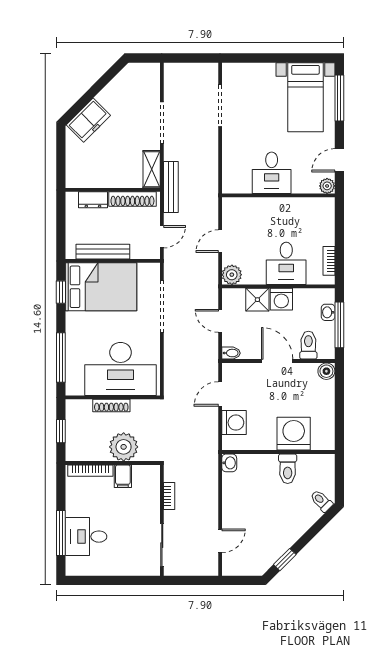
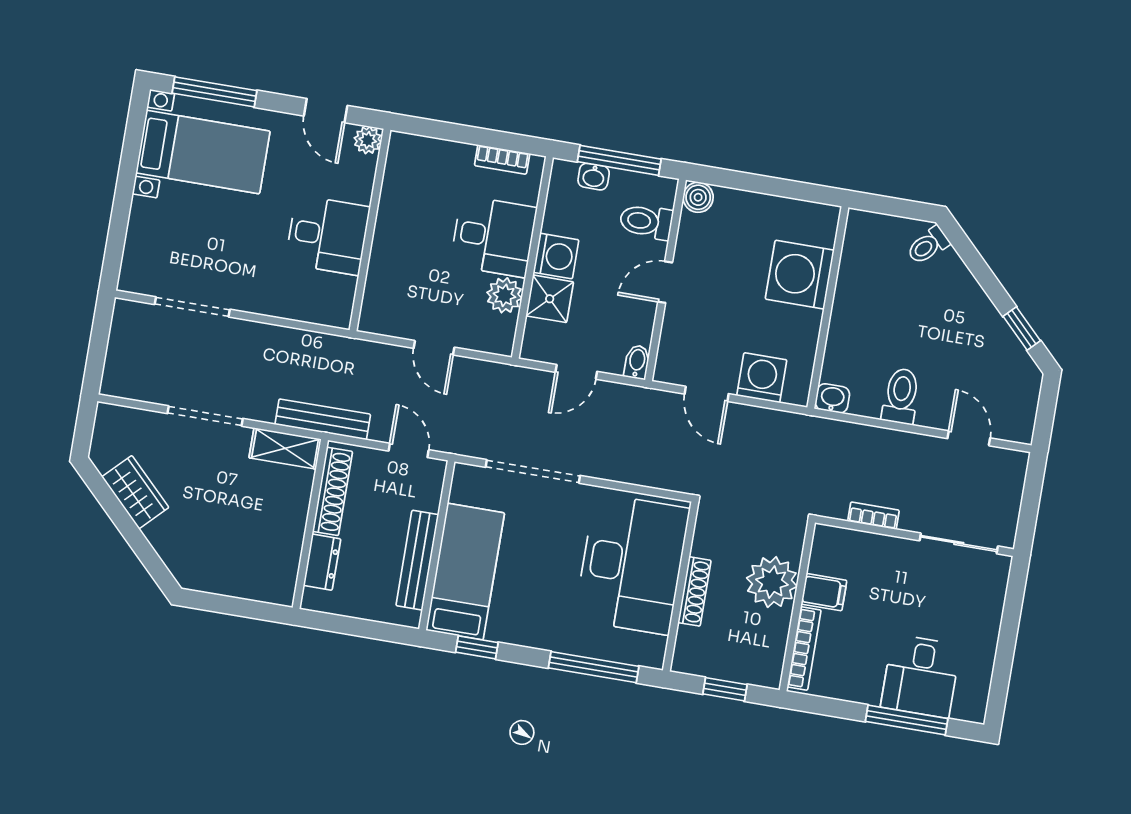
wardrobe: (114, 92) -> (135, 492), added
freezer: (88, 120) -> (178, 546), removed
plant: (232, 275) -> (504, 295), moved
bed: (101, 287) -> (465, 572), width x0.67
door: (277, 361) -> (665, 282), width x0.73
toilet: (288, 469) -> (901, 396), moved, turned -90

